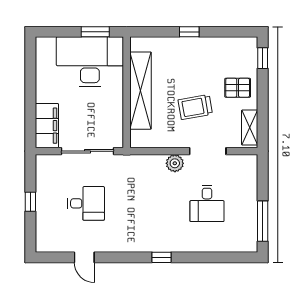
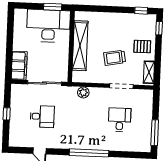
window: (189, 32) -> (141, 11), moved
plant: (175, 163) -> (83, 92), moved
desk: (207, 203) -> (120, 120), turned 180
window: (162, 257) -> (89, 153), width x3.17

